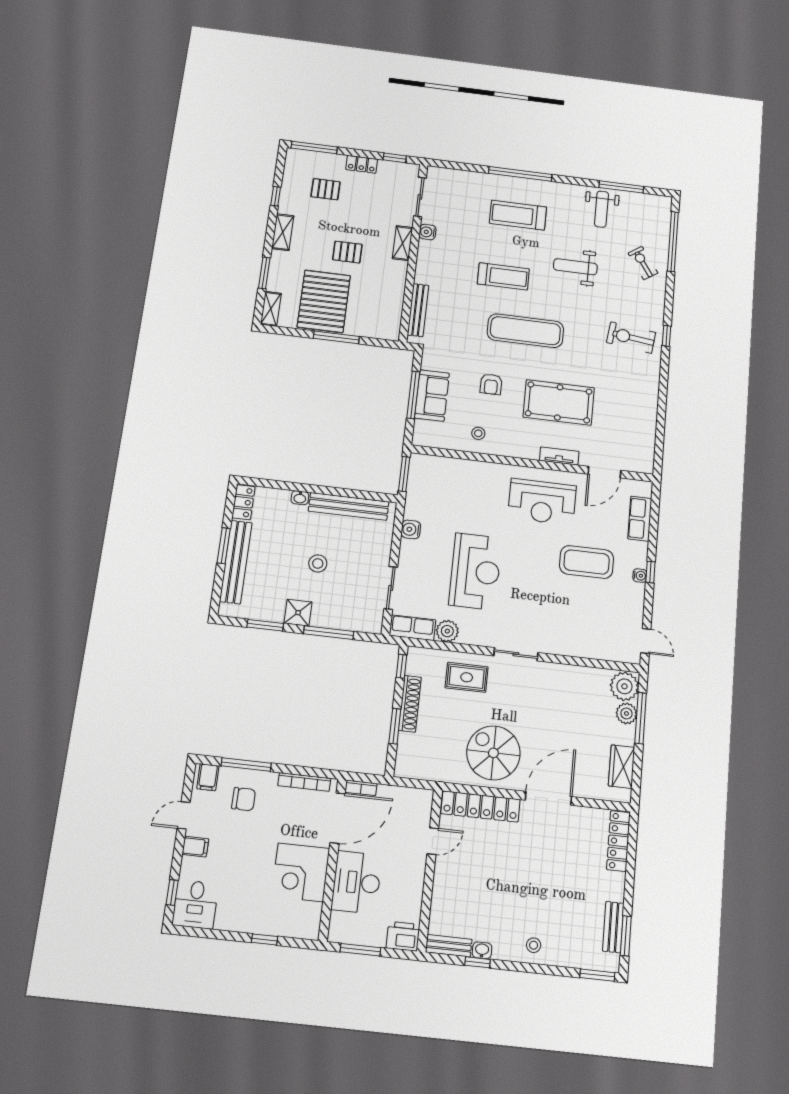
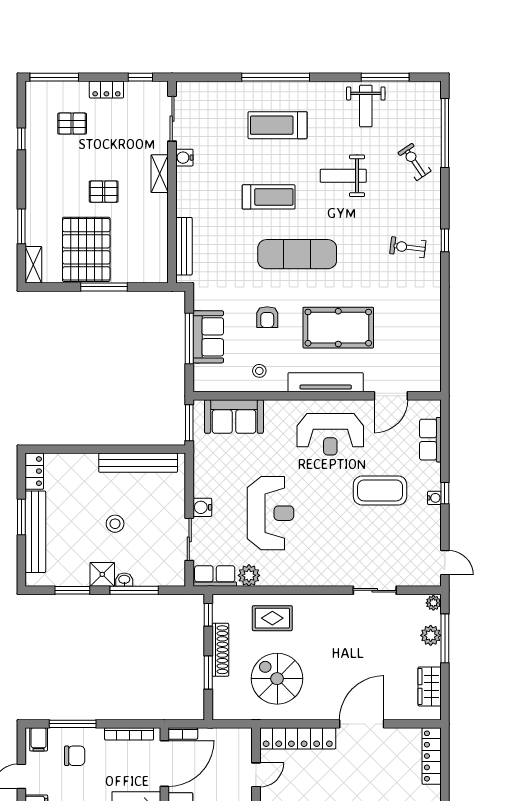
shelving: (283, 232) -> (34, 178), removed
exercise bike: (631, 338) -> (408, 247), width x0.73, depth x0.72
tv unit: (559, 456) -> (326, 382), width x1.92, depth x1.29
sofa: (449, 473) -> (234, 416), added
washbasin: (300, 498) -> (124, 580), moved, turned 180
water cooler: (411, 529) -> (202, 507), moved
sliding door: (516, 654) -> (375, 590), moved
plant: (624, 686) -> (433, 603), width x0.53, depth x0.53
spiral stairs: (493, 753) -> (277, 679), moved

